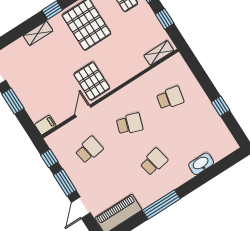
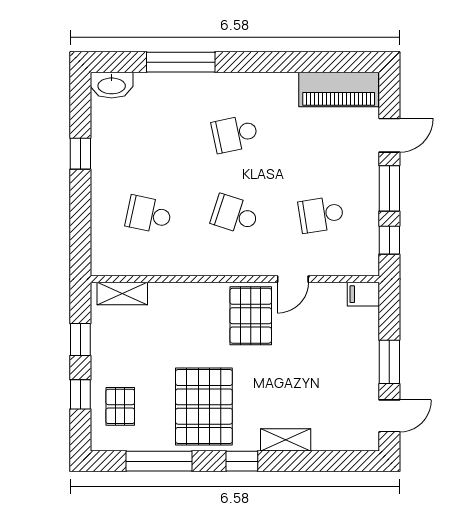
washbasin: (201, 164) -> (112, 85), moved
window: (161, 204) -> (181, 62), moved

